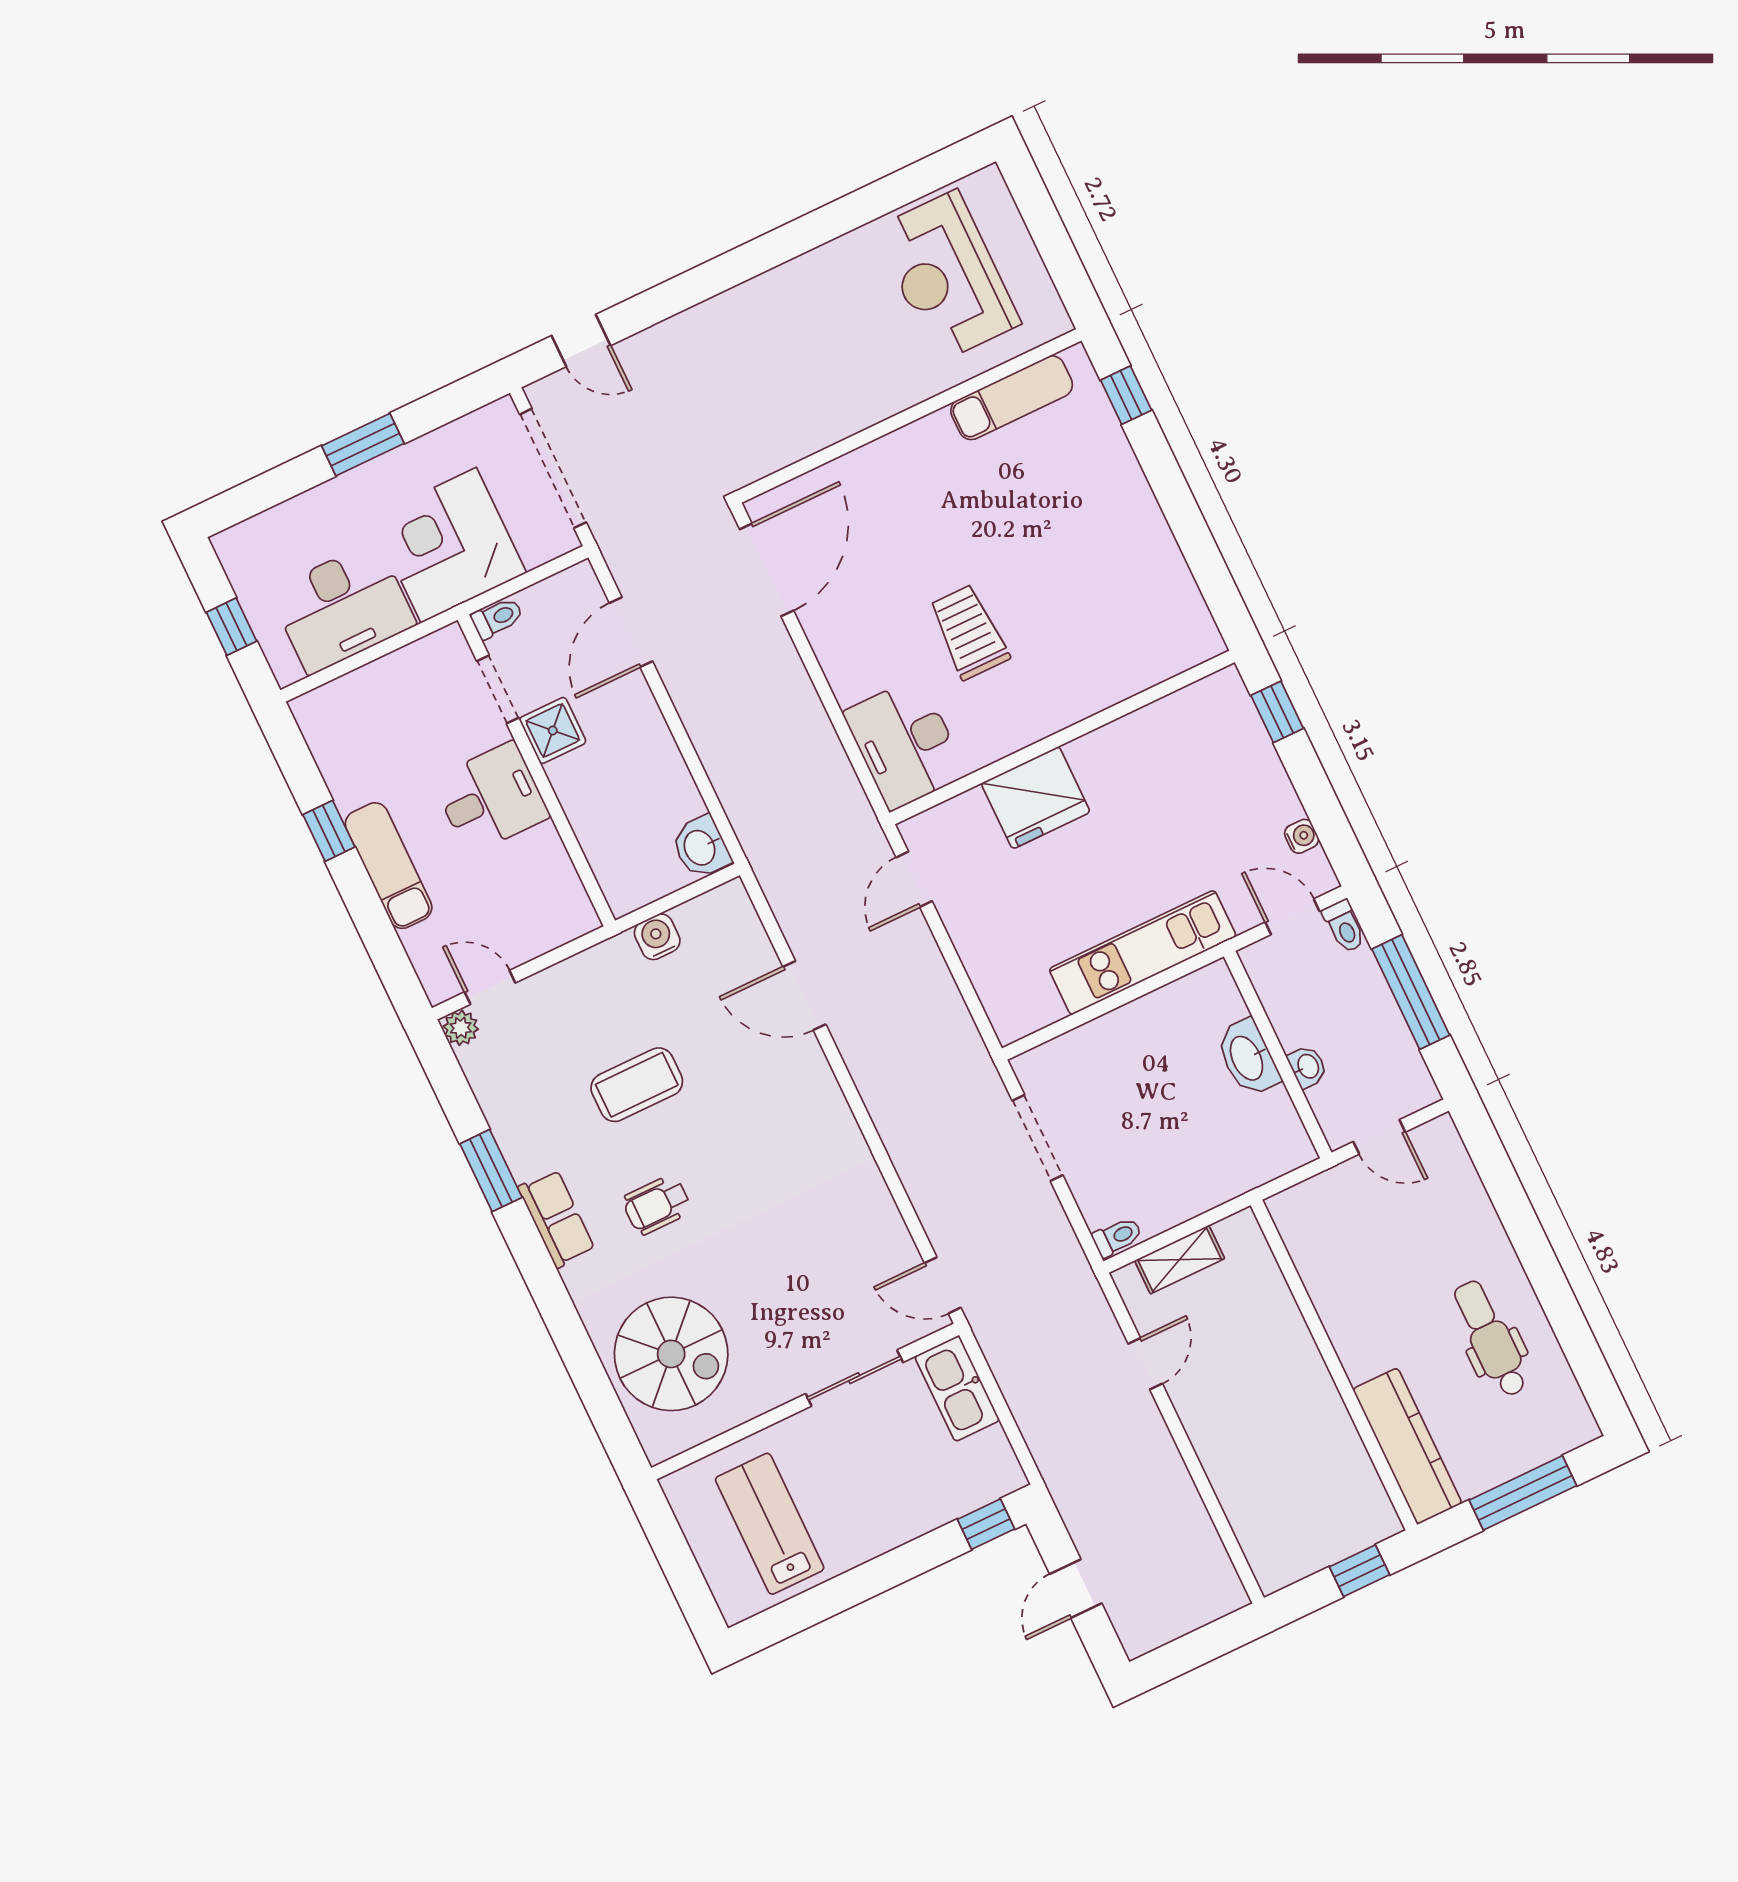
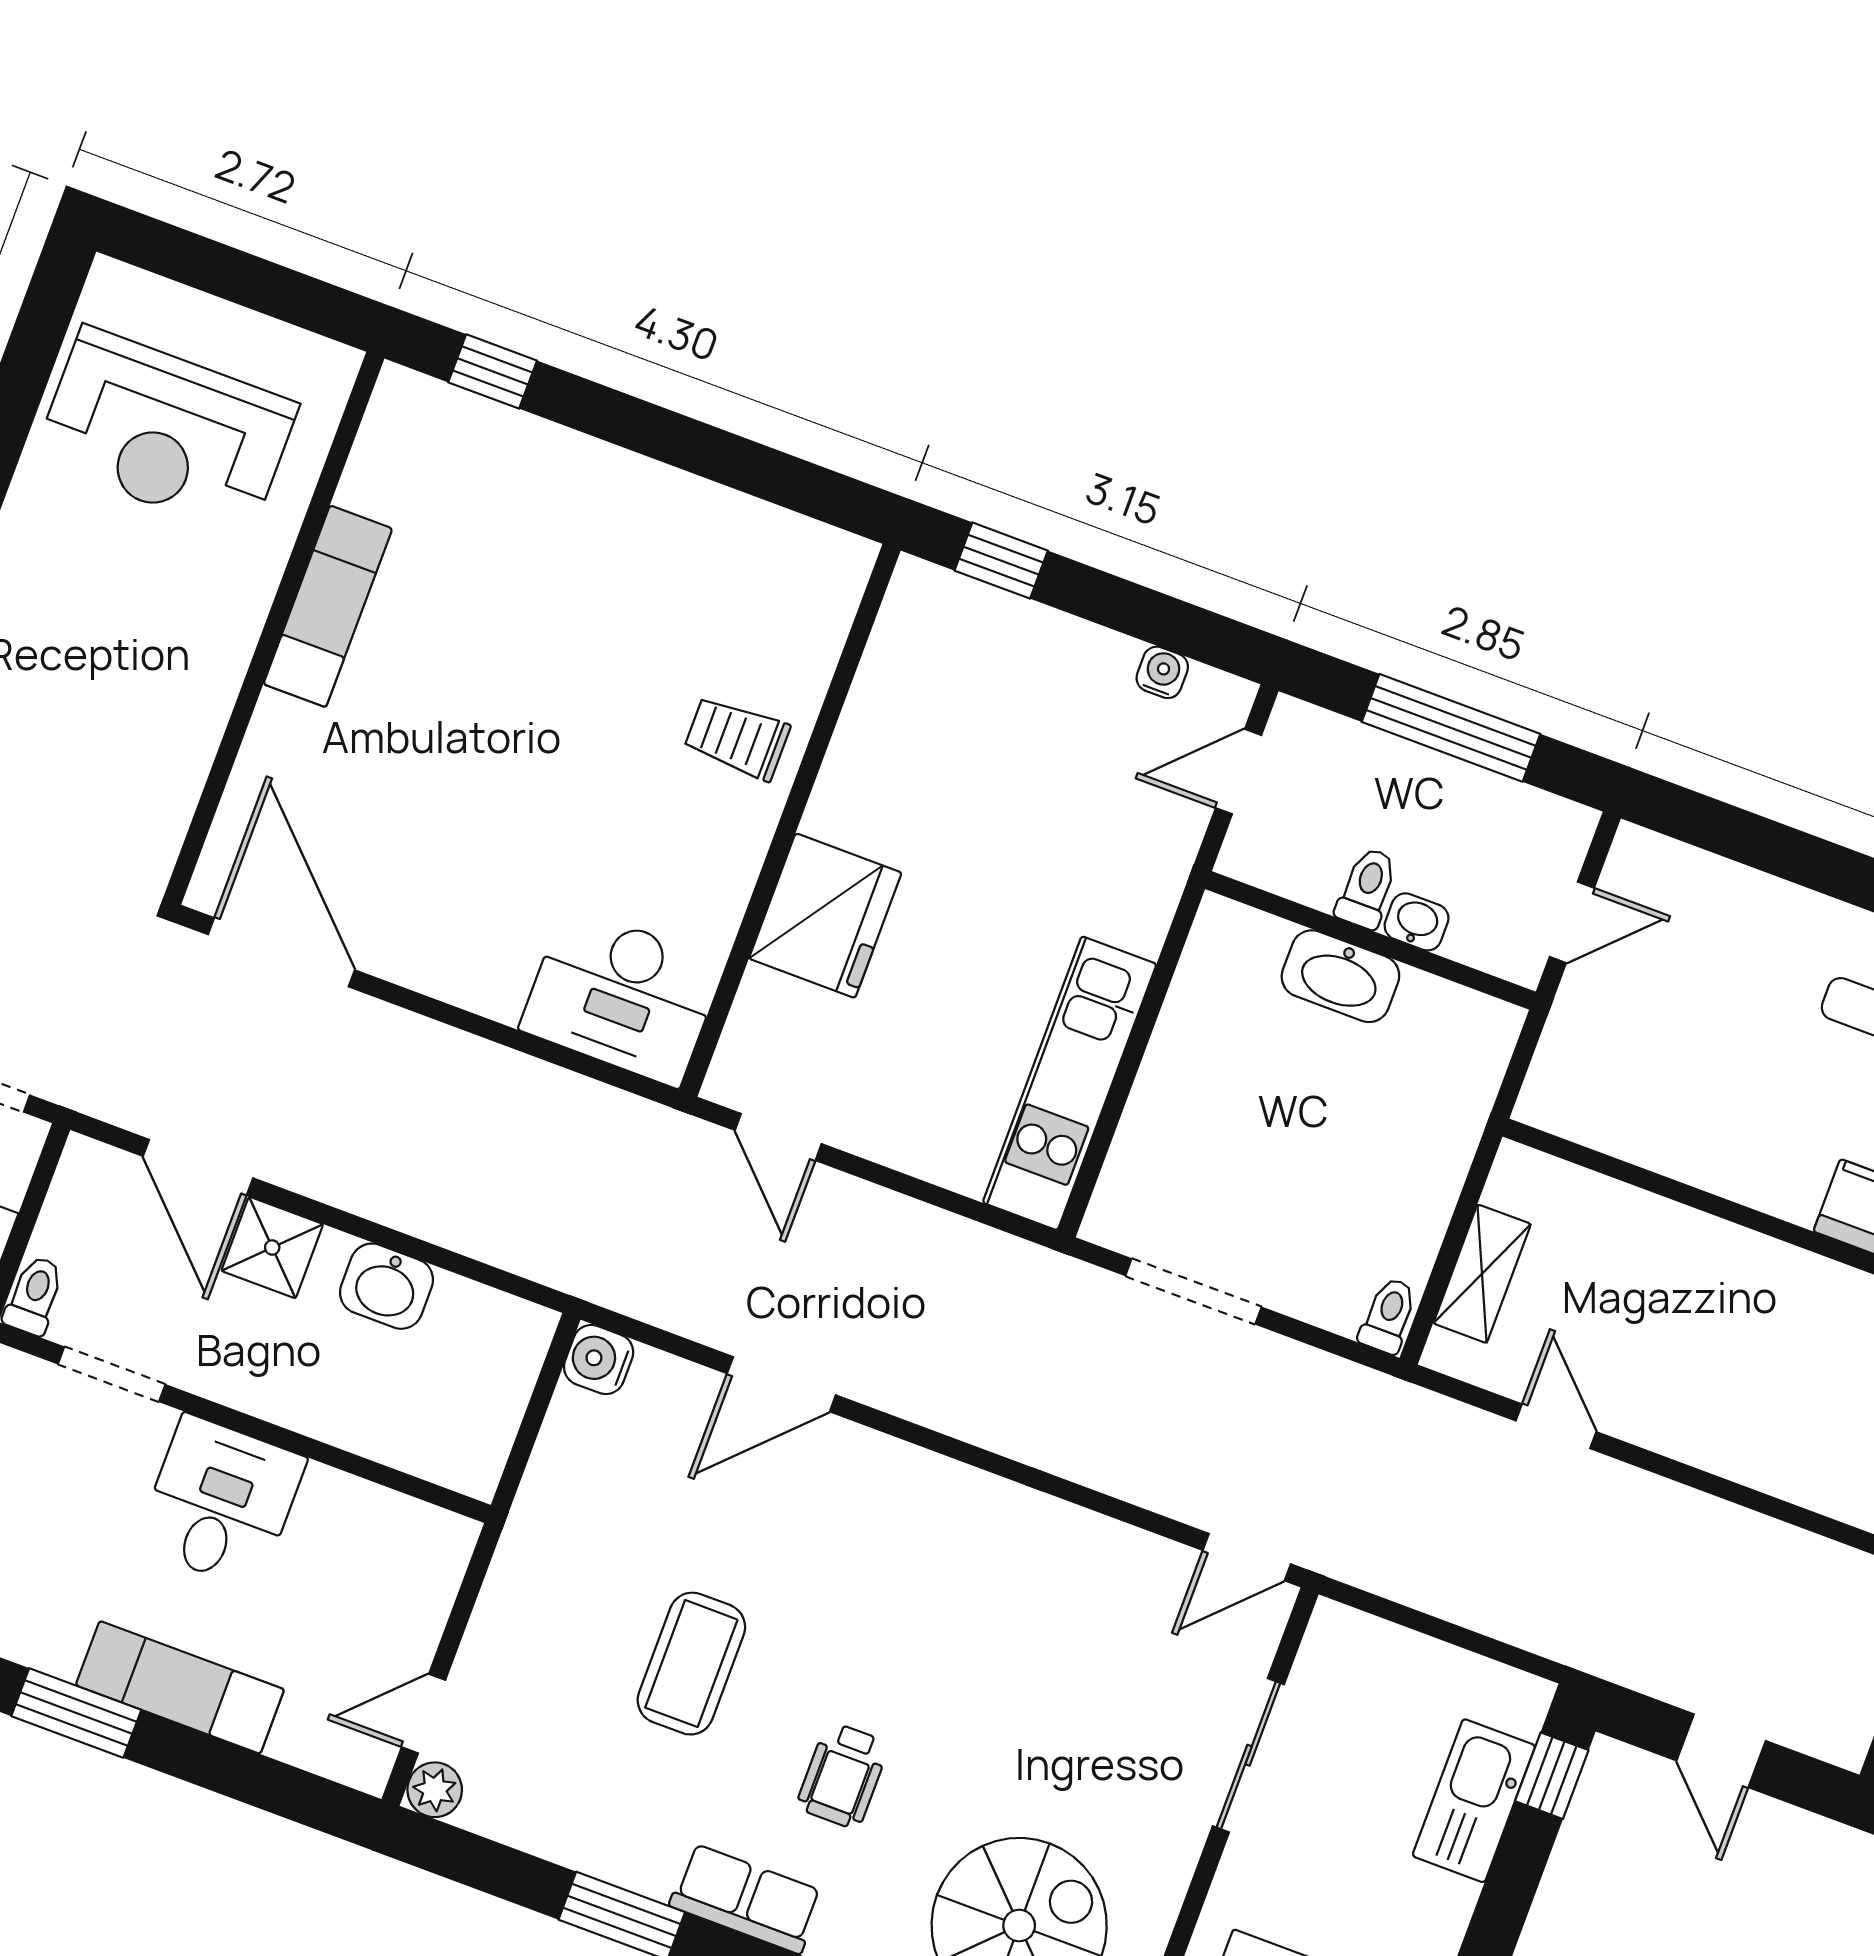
exam couch: (1012, 398) -> (328, 606), moved
trolley: (969, 632) -> (737, 738), moved, width x0.73, depth x0.72
shower: (553, 730) -> (272, 1248), moved
window: (329, 831) -> (76, 1713), width x1.50
washbasin: (701, 847) -> (386, 1286), moved
toilet: (1344, 926) -> (1367, 888), moved, turned -90
water cooler: (657, 937) -> (599, 1360), moved
kitchen unit: (1143, 953) -> (1070, 1083), moved
kitchen sink: (957, 1388) -> (1474, 1801), moved, turned 90

